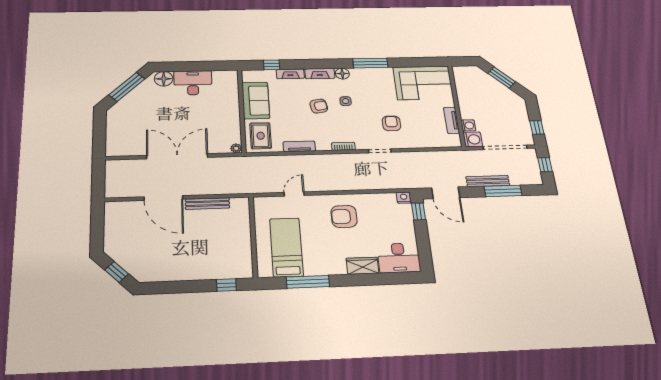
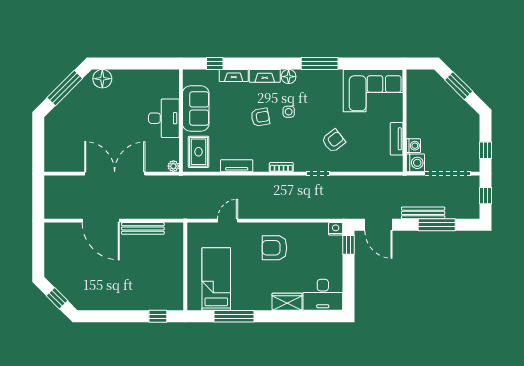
desk: (193, 83) -> (164, 118), moved, turned 90
armchair: (391, 123) -> (334, 141), turned 52

